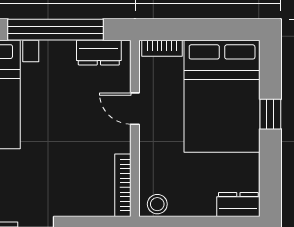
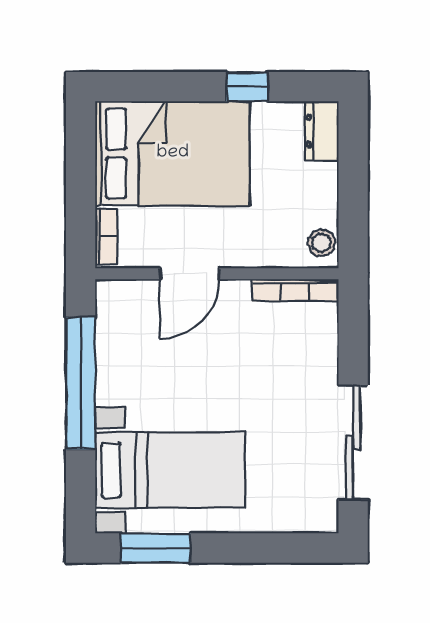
dresser: (99, 53) -> (112, 323), removed
door: (135, 109) -> (190, 274), width x1.37
window: (270, 114) -> (247, 87), moved

